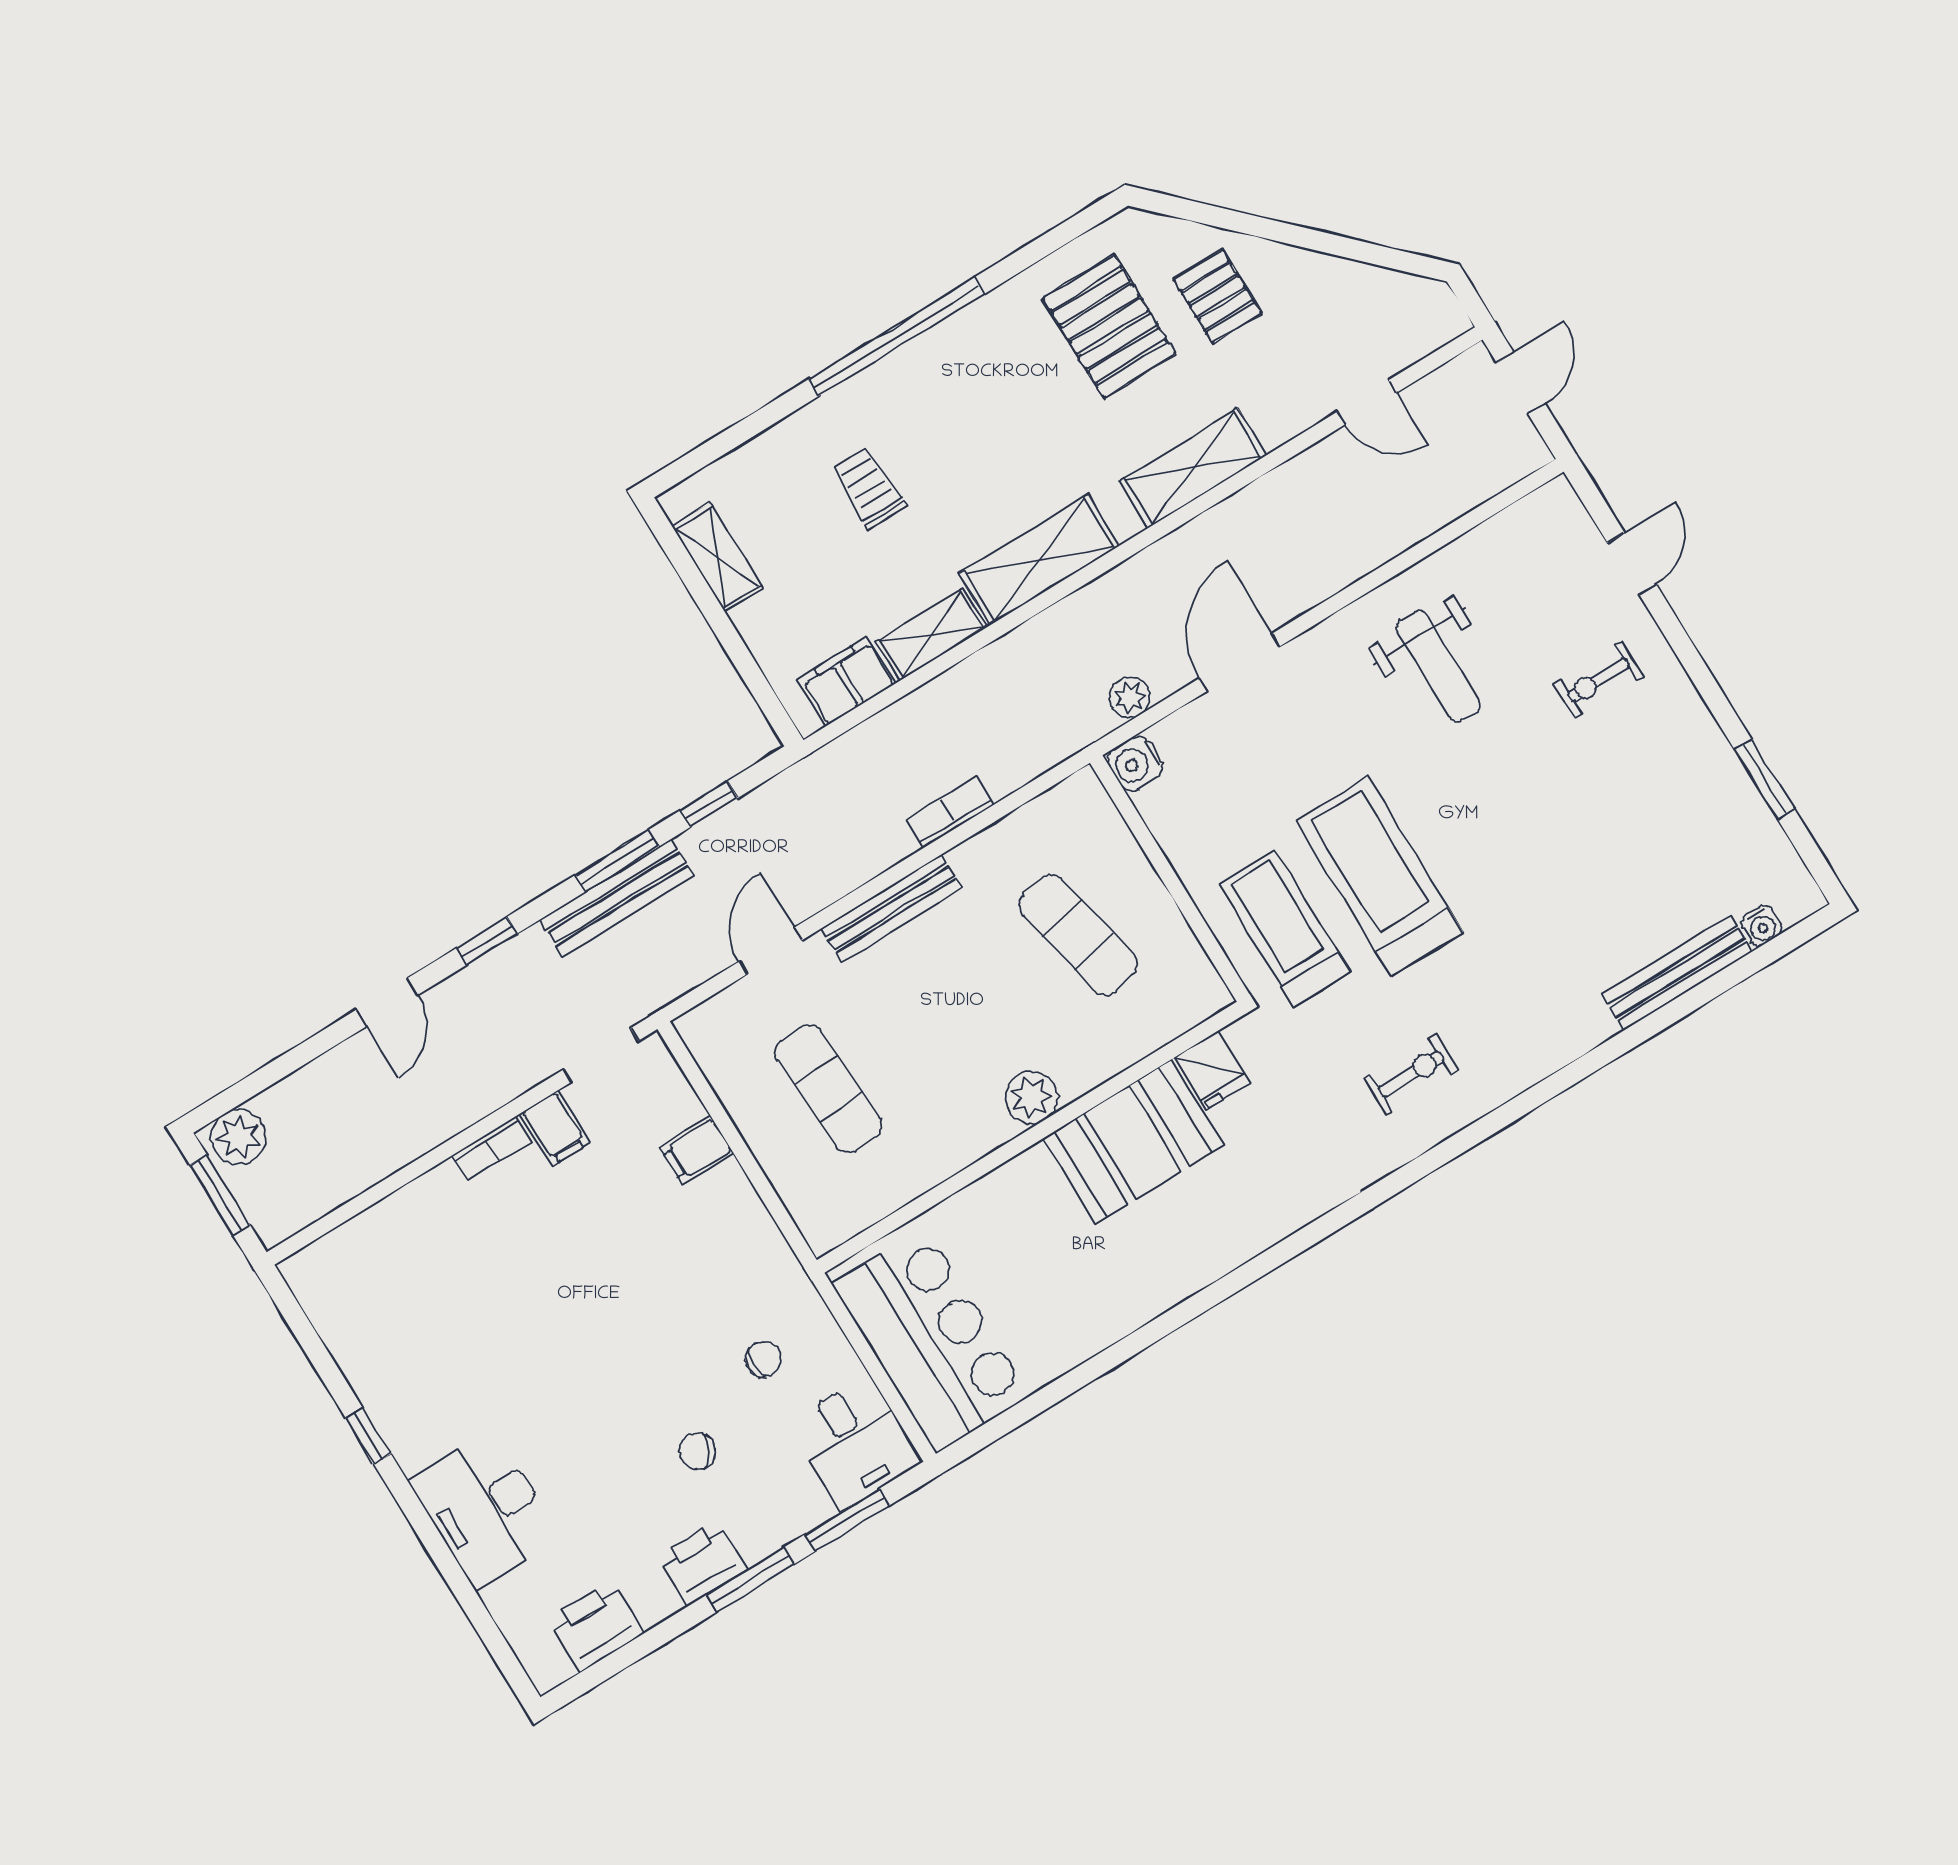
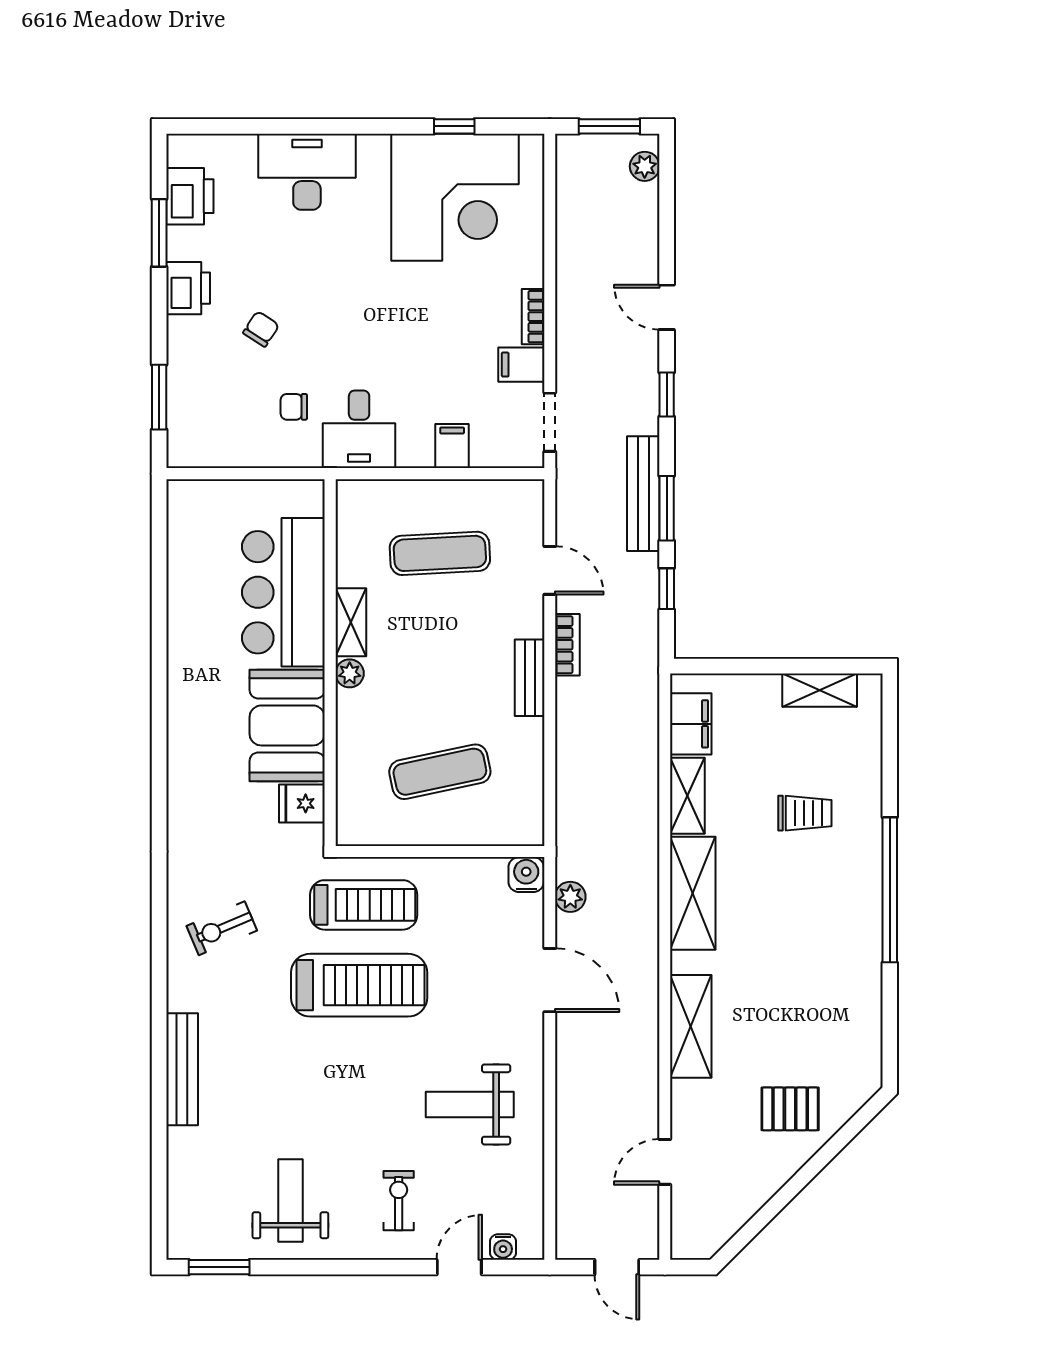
pallet: (1109, 326) -> (813, 1028), removed
door: (1632, 564) -> (459, 1267), swing flipped
window: (1765, 780) -> (219, 1267), moved
weight bench: (1674, 804) -> (290, 1200), added
bookcase: (950, 813) -> (567, 645), moved
bench: (892, 908) -> (530, 678), width x0.73
water cooler: (1761, 926) -> (503, 1247), moved, turned -90
bench: (1677, 973) -> (182, 1069), moved
exercise bike: (1411, 1074) -> (222, 928), turned 67
plant: (1032, 1098) -> (350, 673), width x0.73, depth x0.73
plant: (239, 1137) -> (645, 166), width x0.73, depth x0.73
shelving: (970, 1142) -> (351, 622), added
corner desk: (410, 1322) -> (455, 197), added
bar counter: (931, 1340) -> (283, 592), moved, turned 90
chair: (763, 1359) -> (294, 407), turned 90
window: (368, 1436) -> (454, 126), moved
desk: (855, 1442) -> (359, 429), moved, turned -90
window: (751, 1579) -> (159, 233), moved

